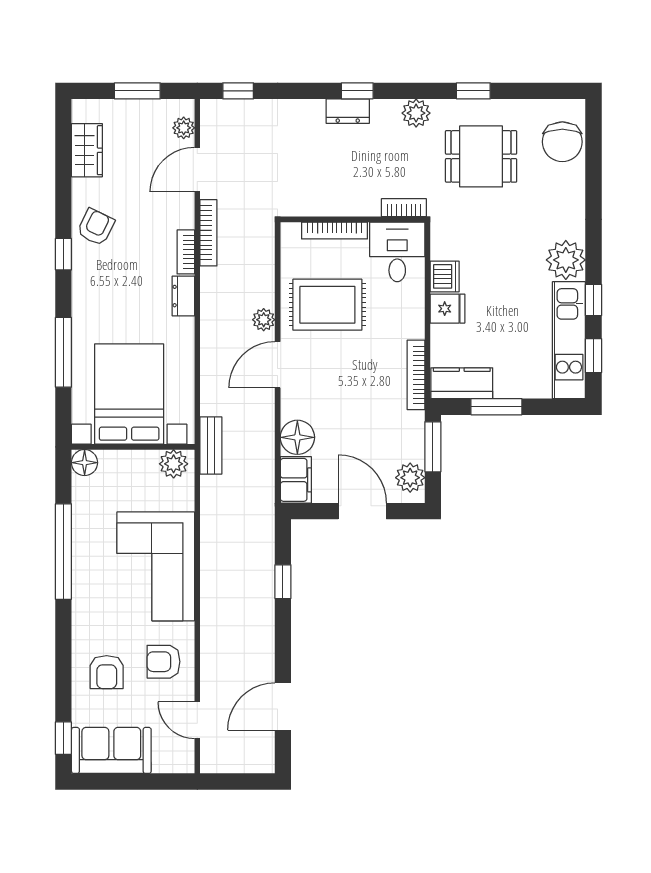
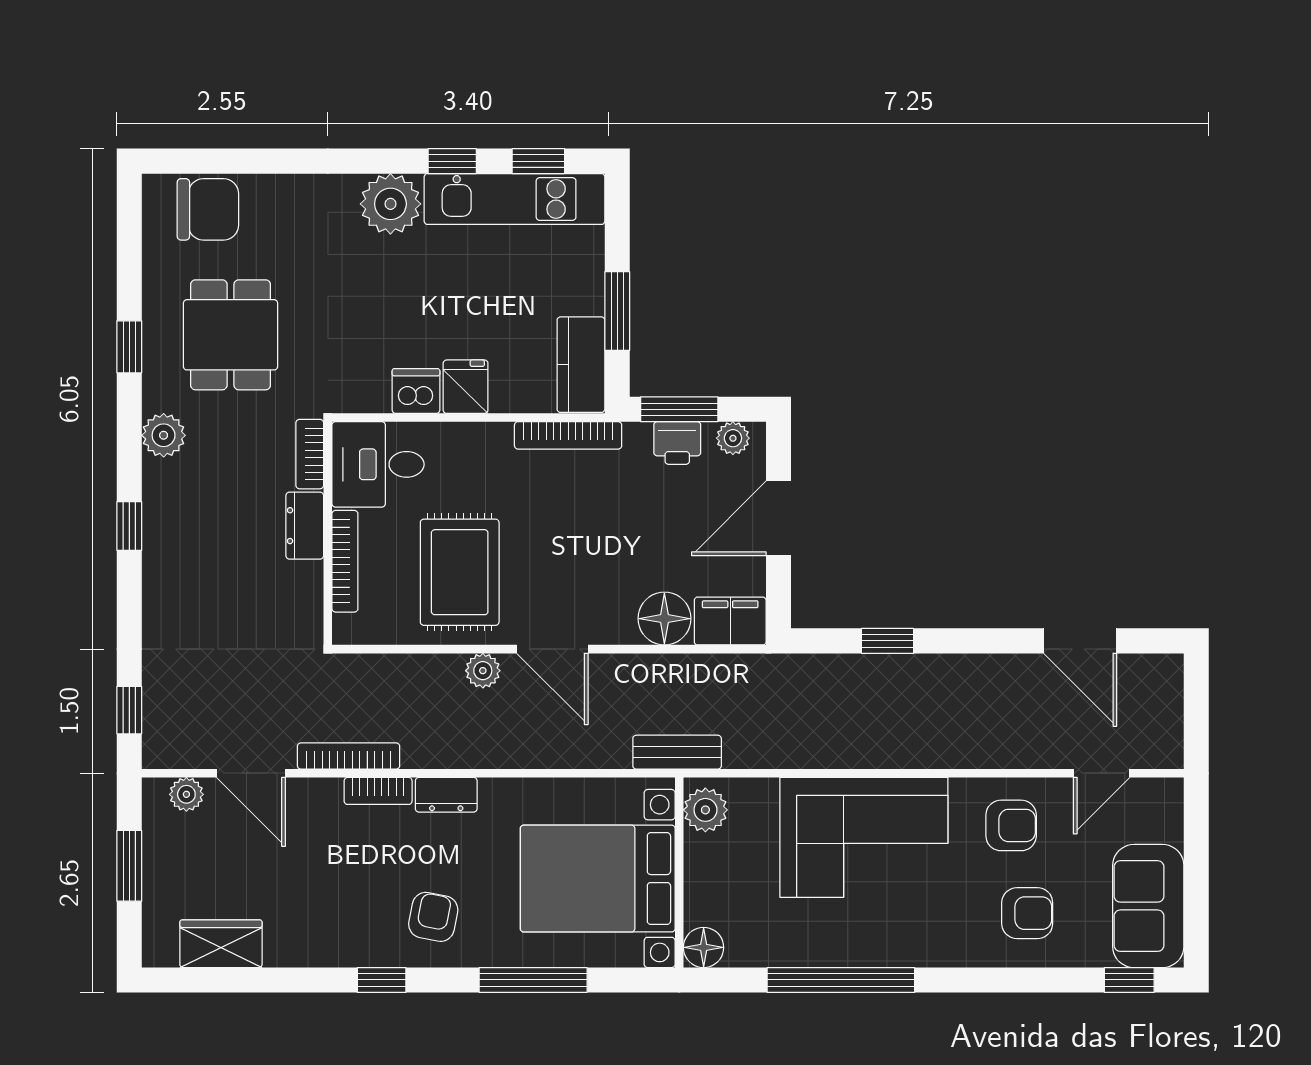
dresser: (348, 111) -> (305, 526), moved, turned 180
armchair: (96, 227) -> (433, 917), moved, turned 75
printer: (411, 446) -> (677, 443), added
plant: (410, 478) -> (733, 438), width x0.73, depth x0.73
armchair: (163, 662) -> (1011, 825), turned -90

